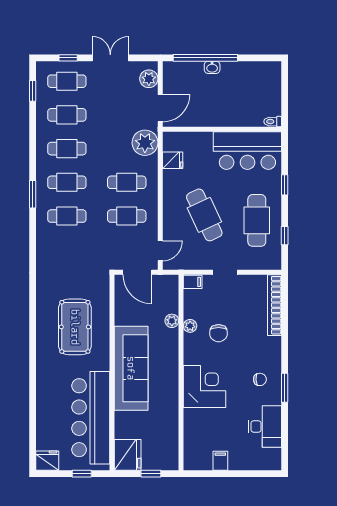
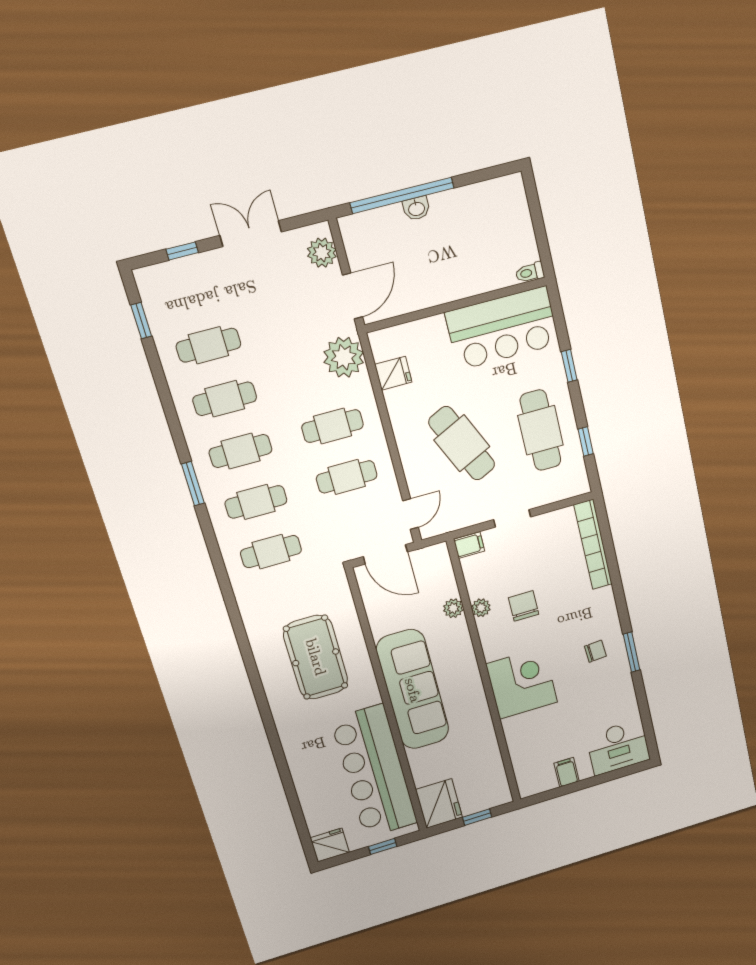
cafe table: (67, 81) -> (271, 552), moved
chair: (219, 333) -> (524, 606), turned 180
desk: (265, 426) -> (618, 747), moved, turned 90

